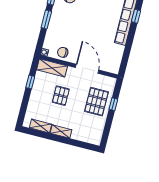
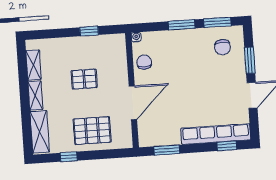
window: (126, 57) -> (167, 150), added
shelving: (52, 68) -> (40, 132), moved
window: (113, 104) -> (69, 157), moved

